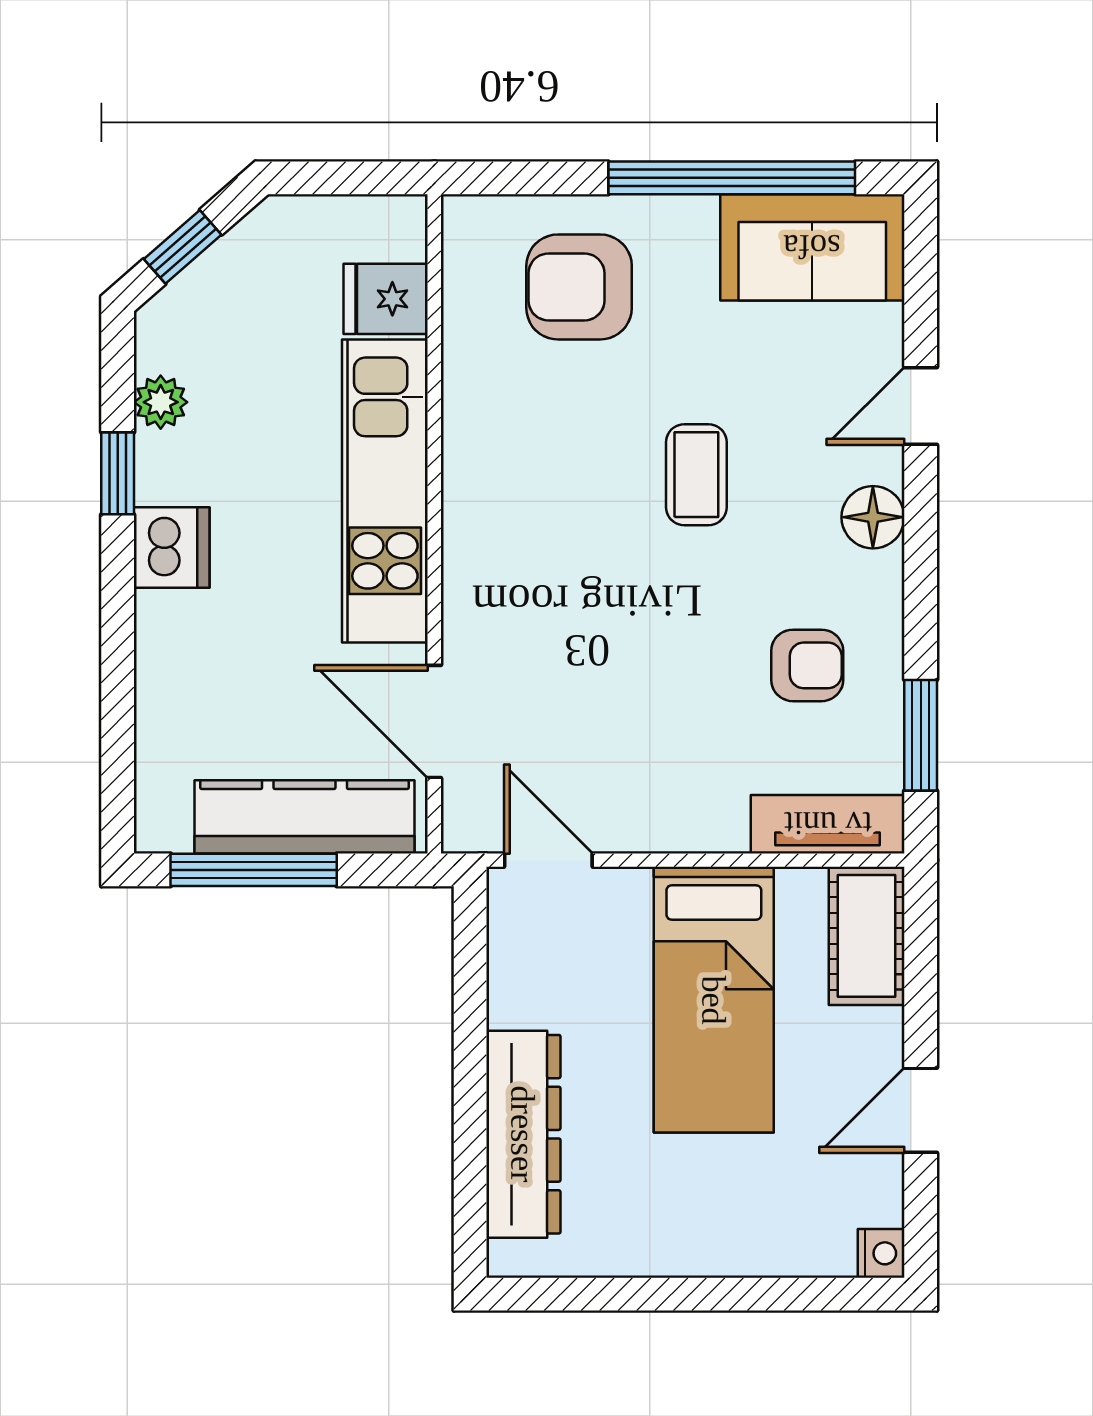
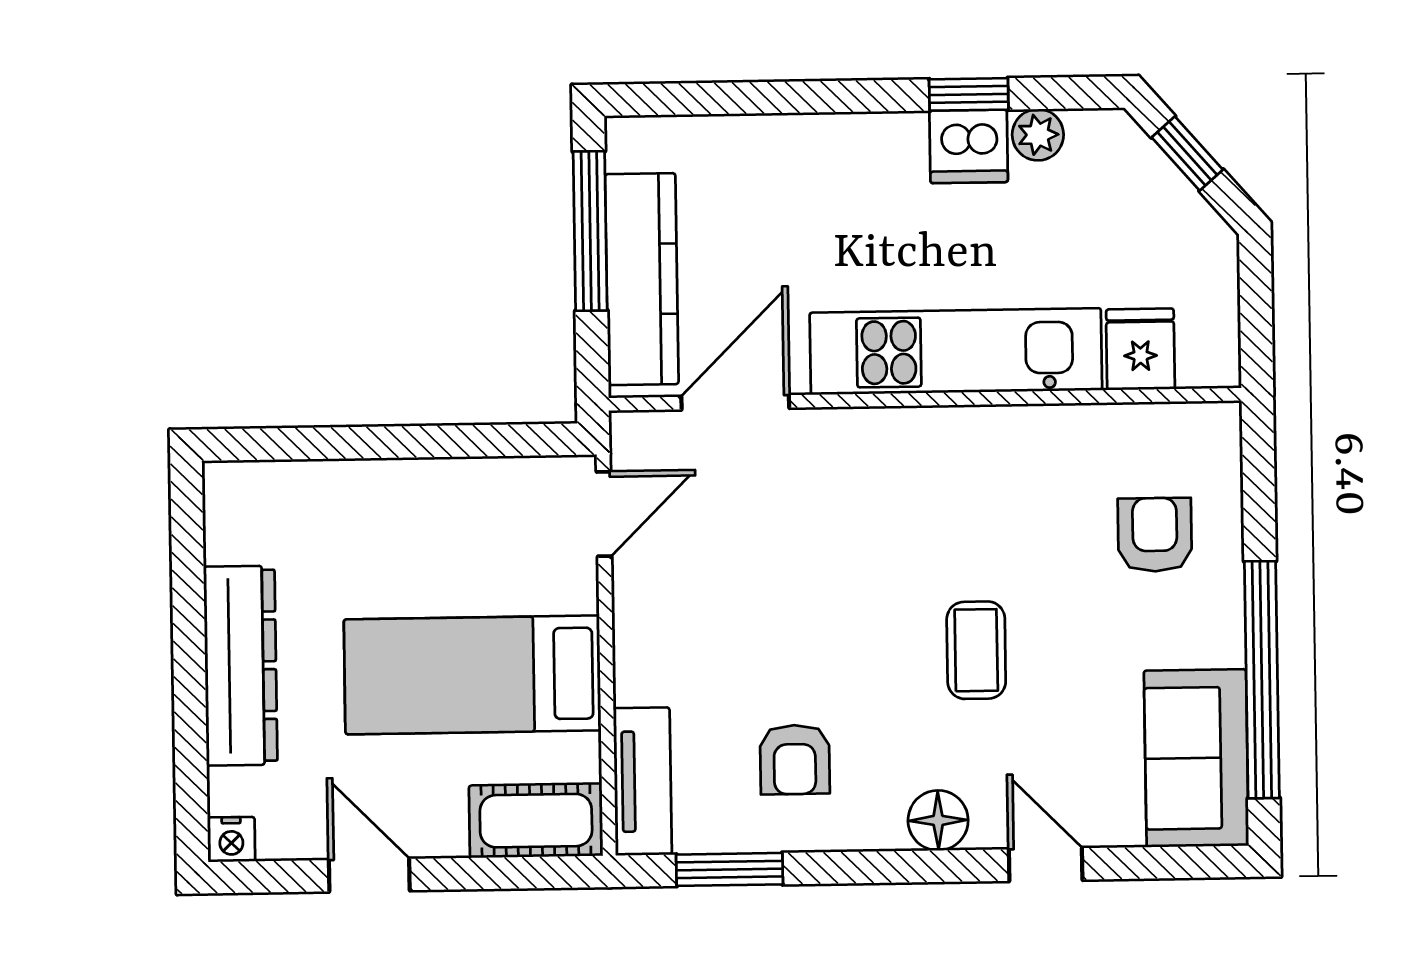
armchair: (579, 287) -> (1155, 535), width x0.72, depth x0.72
coffee table: (696, 475) -> (976, 650), turned 90
dishwasher: (172, 547) -> (969, 146), moved
dresser: (523, 1134) -> (241, 666), moved, turned -90

